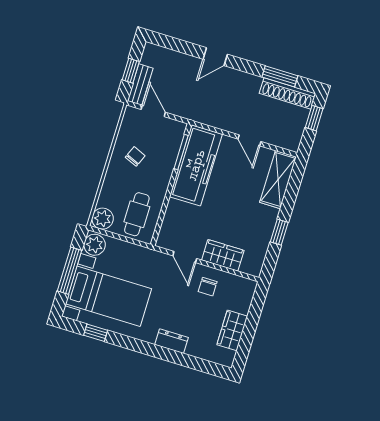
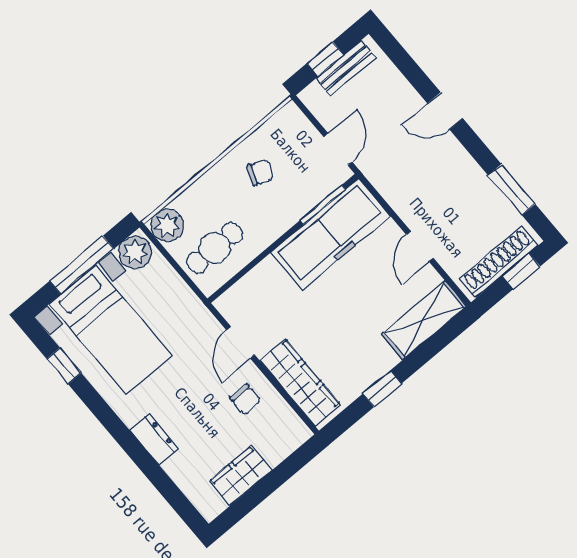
bench: (140, 85) -> (346, 68), moved
shoe rack: (287, 93) -> (499, 262), moved, turned 90
door: (153, 111) -> (338, 149), moved
wardrobe: (223, 255) -> (300, 383), width x1.50
chair: (208, 287) -> (245, 399), turned -90

